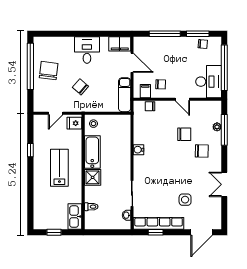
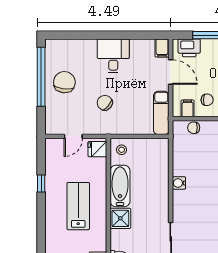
filing cabinet: (120, 44) -> (162, 48), width x0.50
printer: (147, 44) -> (189, 48), added

